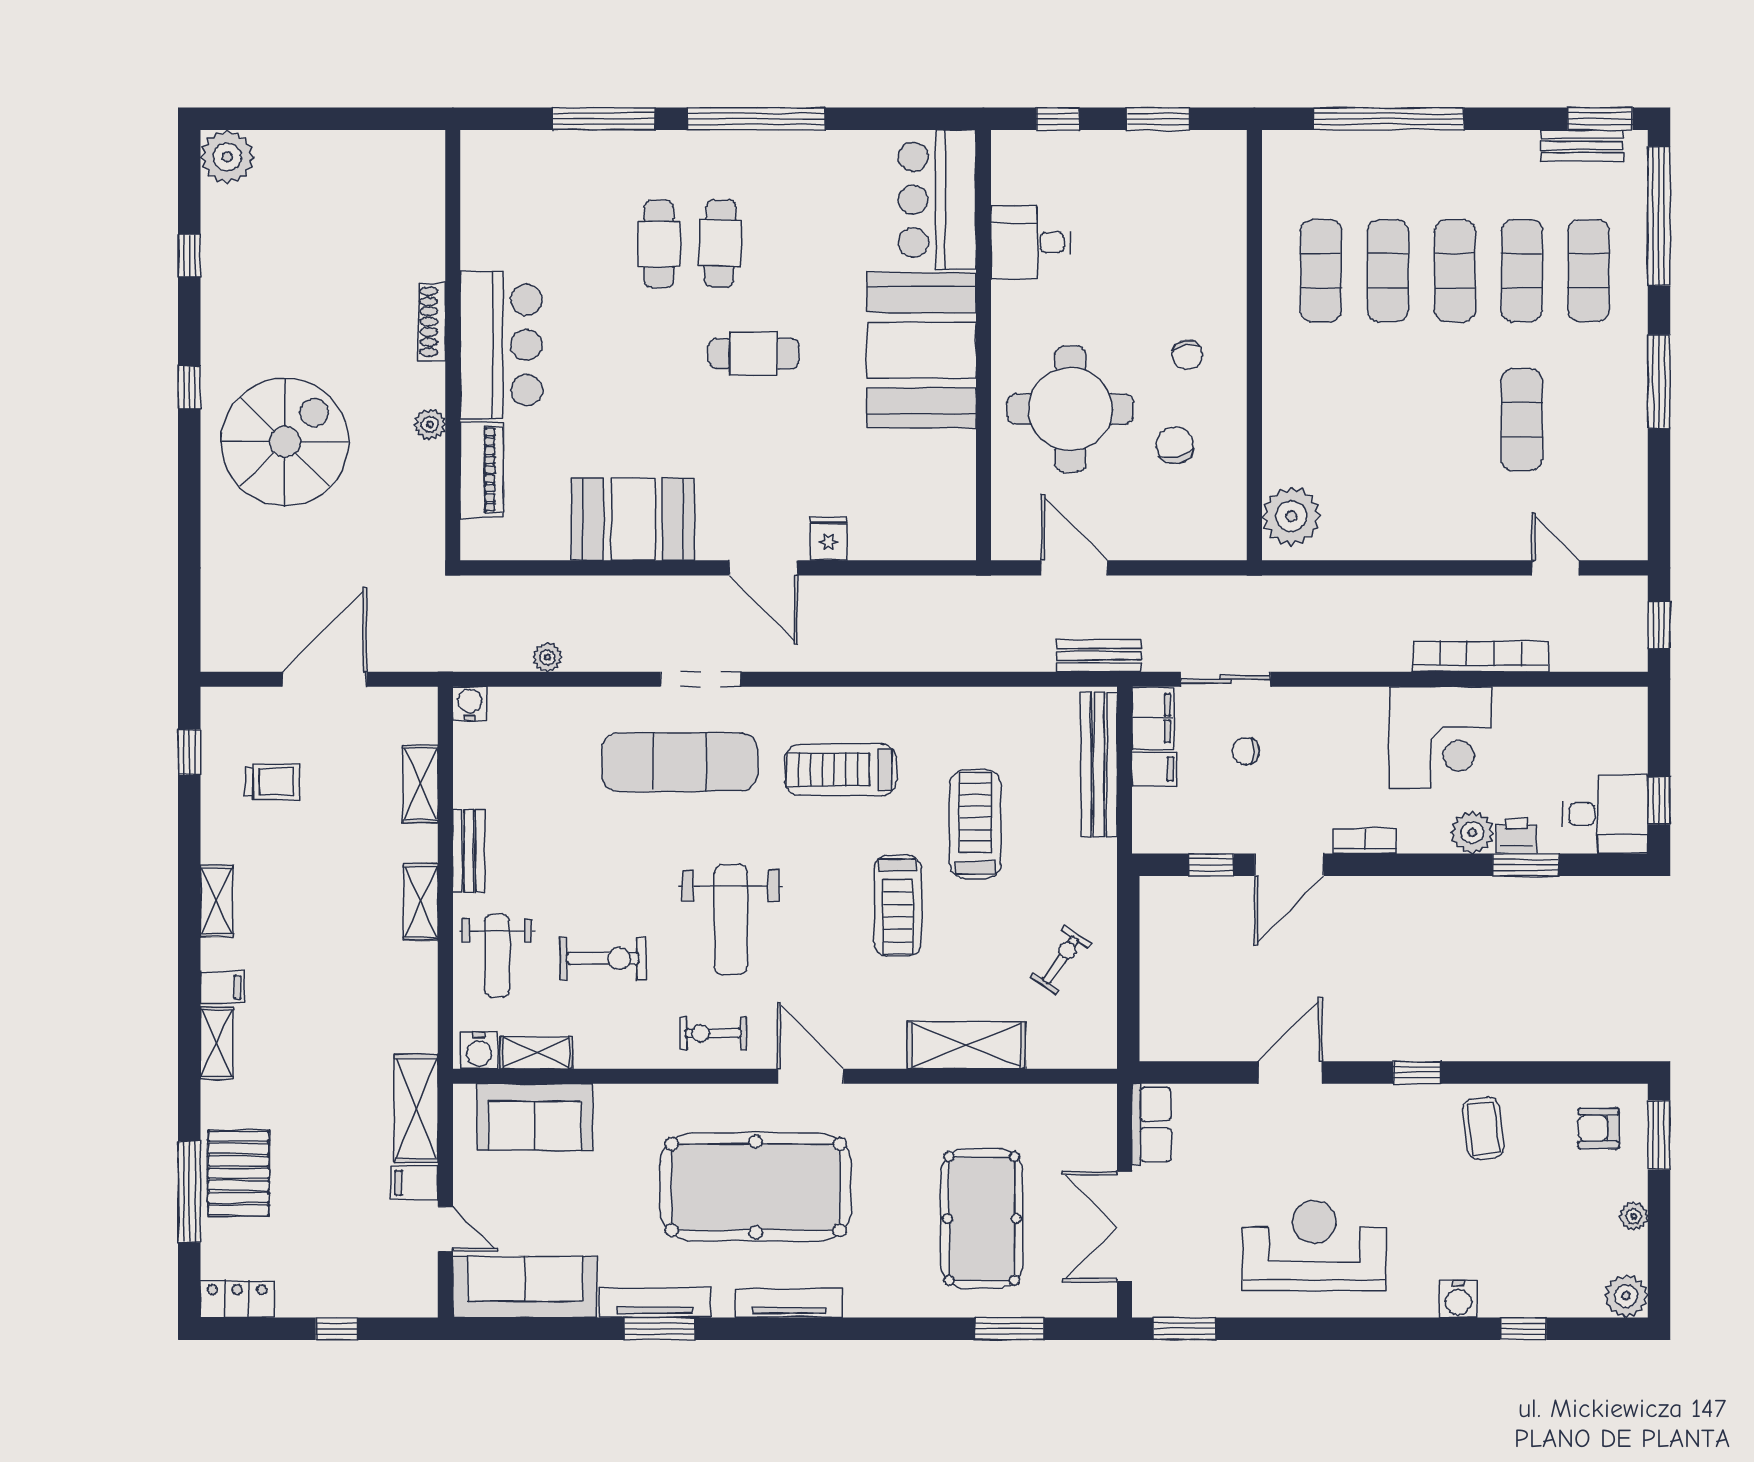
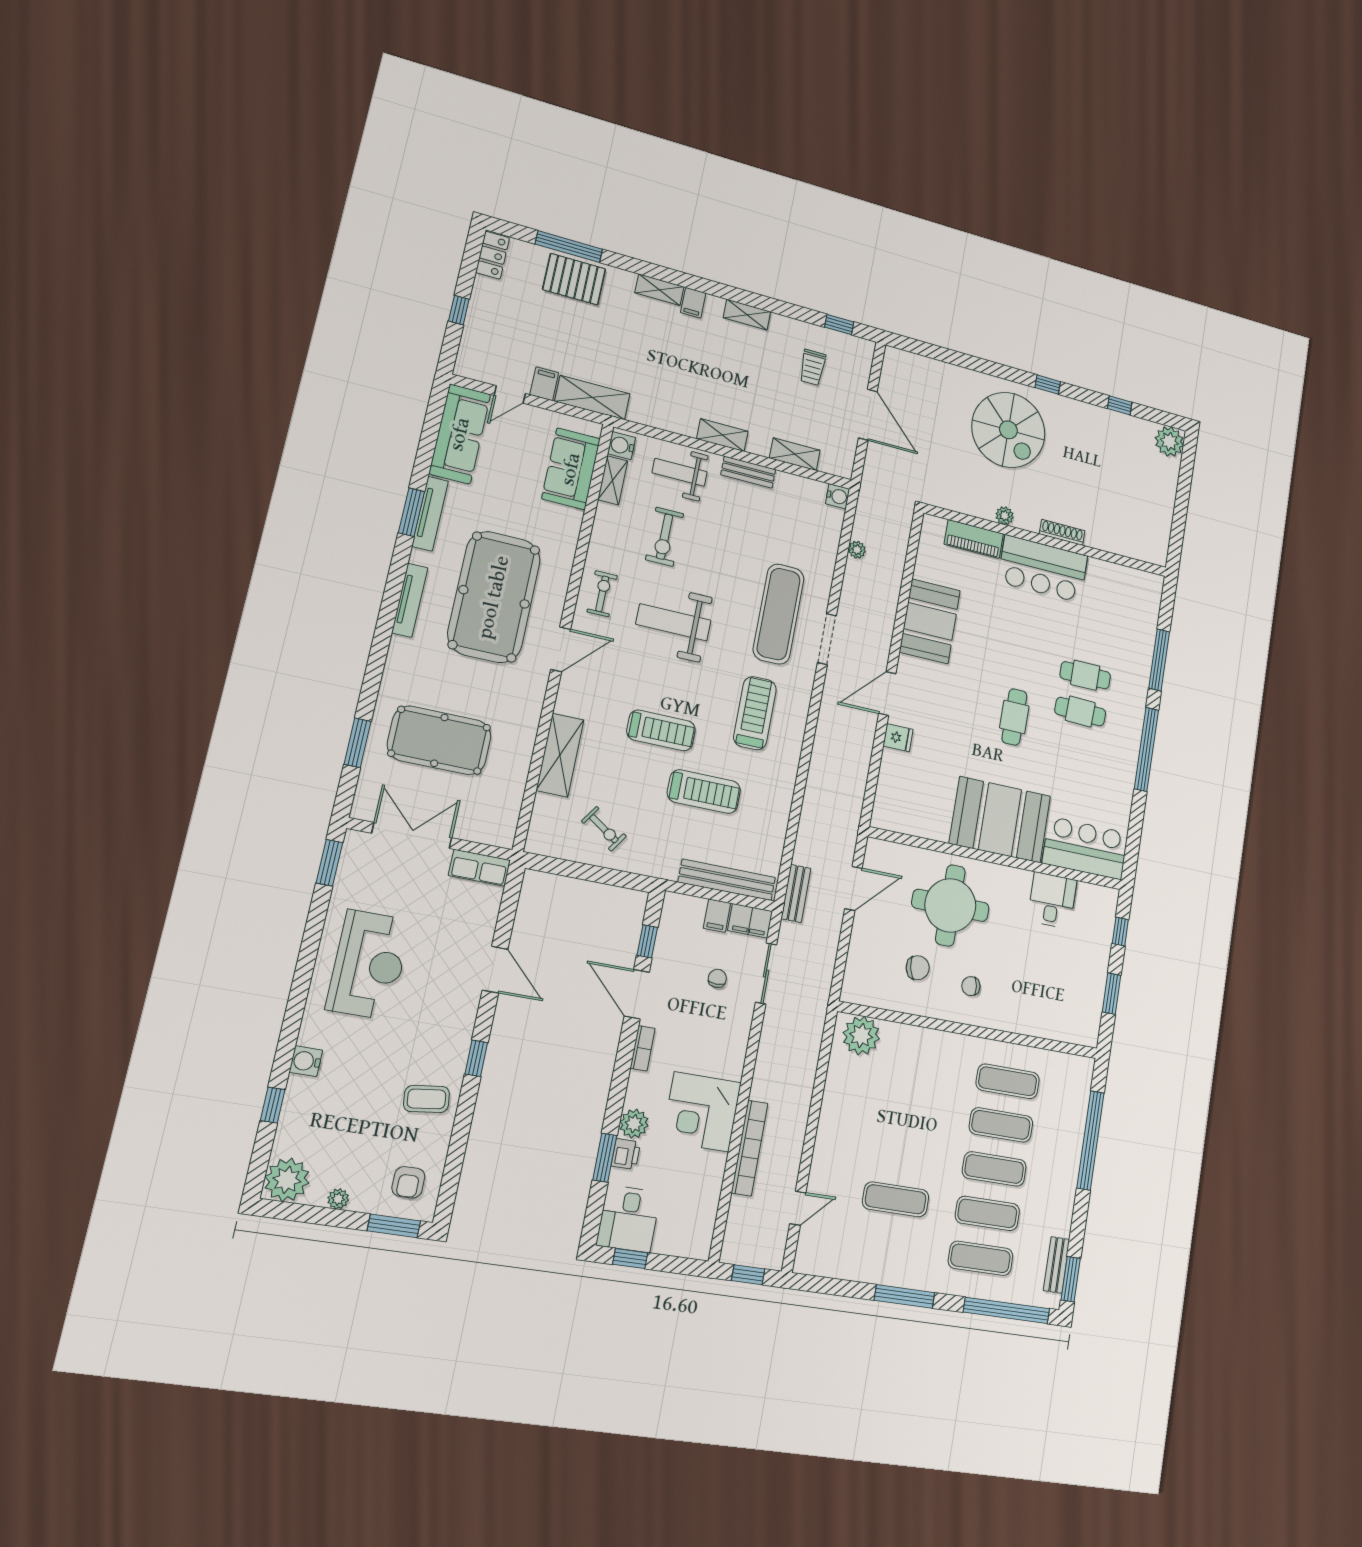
treadmill: (898, 906) -> (661, 730), turned 180
armchair: (1599, 1128) -> (408, 1182), turned 180
plant: (1626, 1296) -> (287, 1180), width x1.36, depth x1.36

